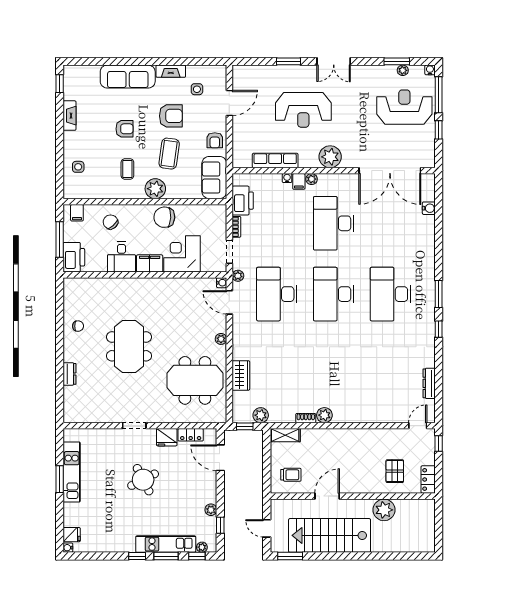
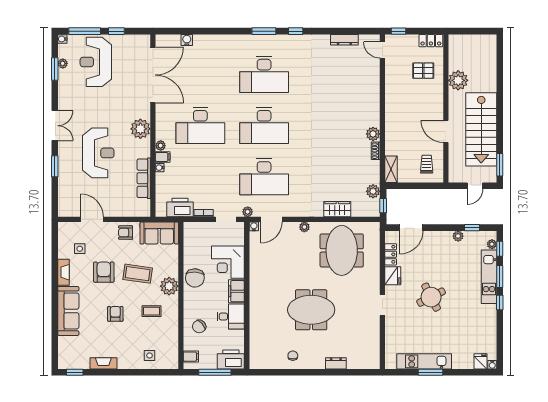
armchair: (215, 140) -> (126, 233), turned 180

